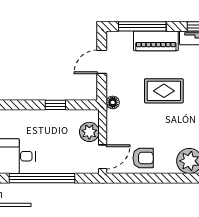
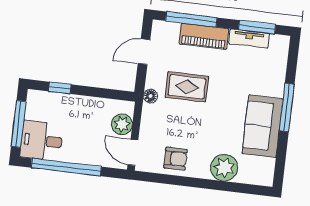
rug: (164, 91) -> (187, 87), moved
window: (55, 105) -> (60, 88), moved
door: (103, 157) -> (133, 152), swing flipped

